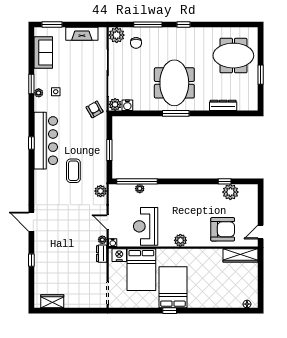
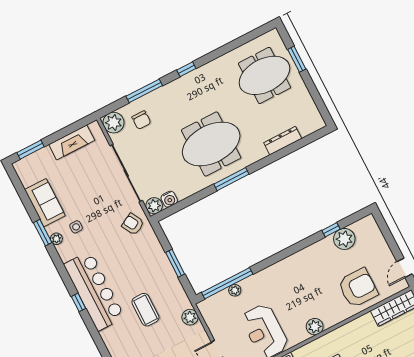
sofa: (43, 53) -> (45, 203), moved
window: (261, 75) -> (297, 59), moved
meeting table: (174, 83) -> (211, 144), turned 90

